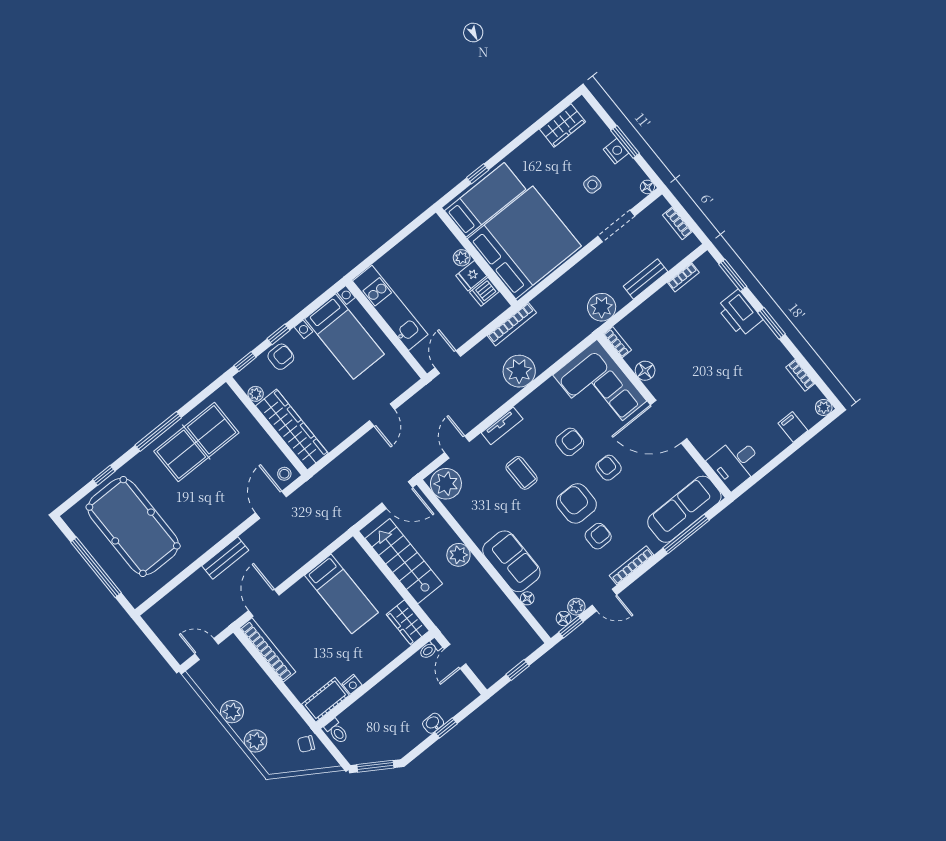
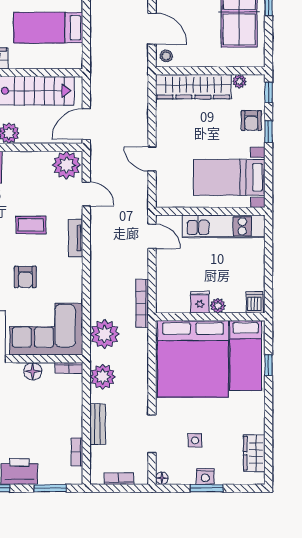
dishwasher: (484, 292) -> (255, 302), moved
plant: (519, 371) -> (105, 334), moved

